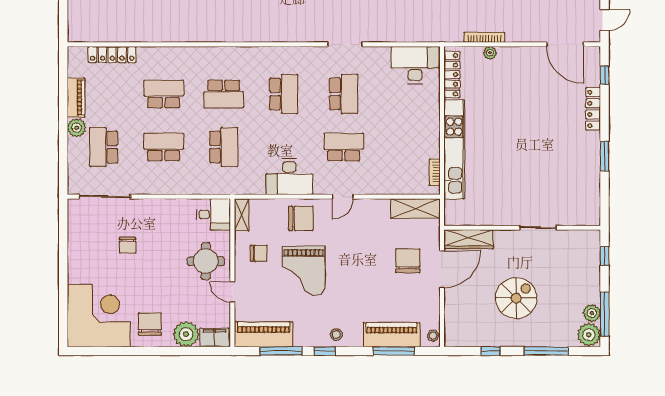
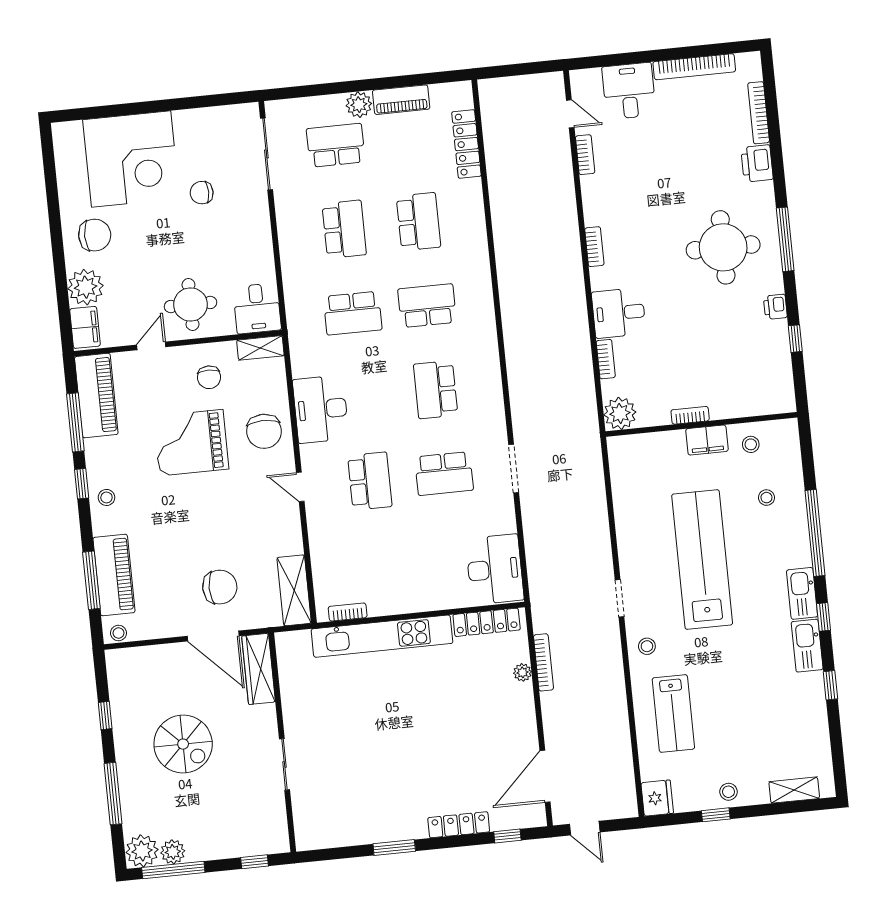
school desk: (224, 94) -> (427, 306), turned 90
school desk: (284, 94) -> (436, 390), turned 90
corner desk: (99, 316) -> (131, 159), moved

